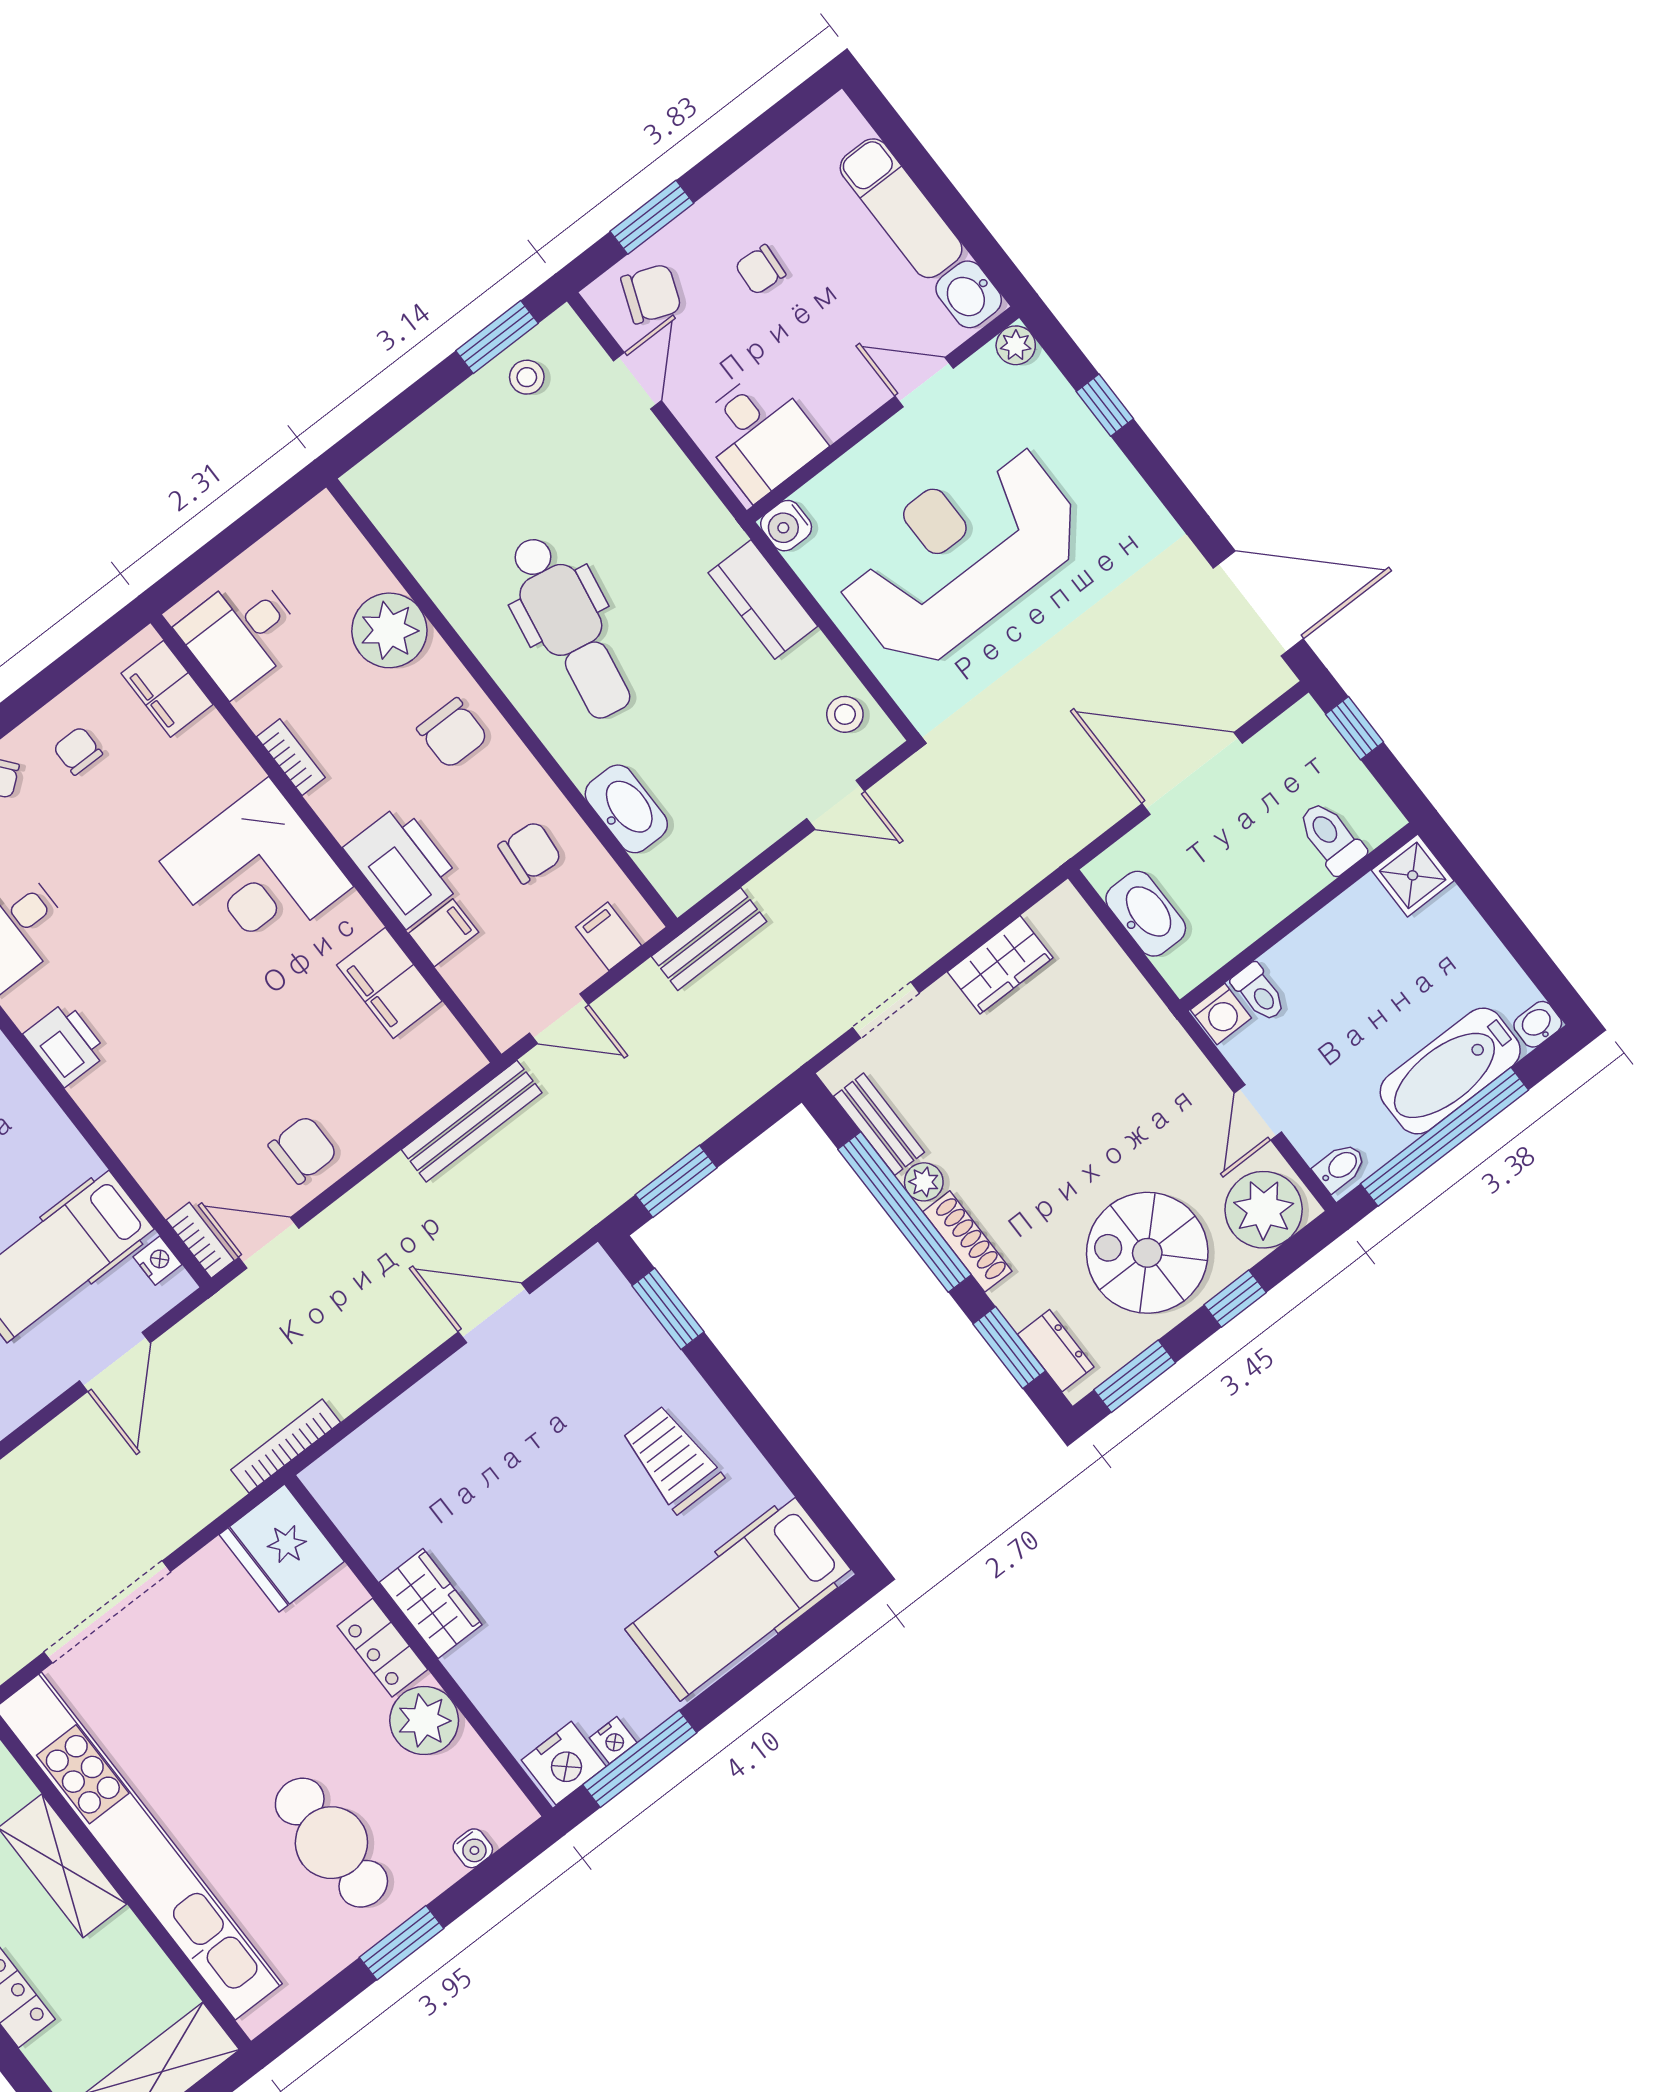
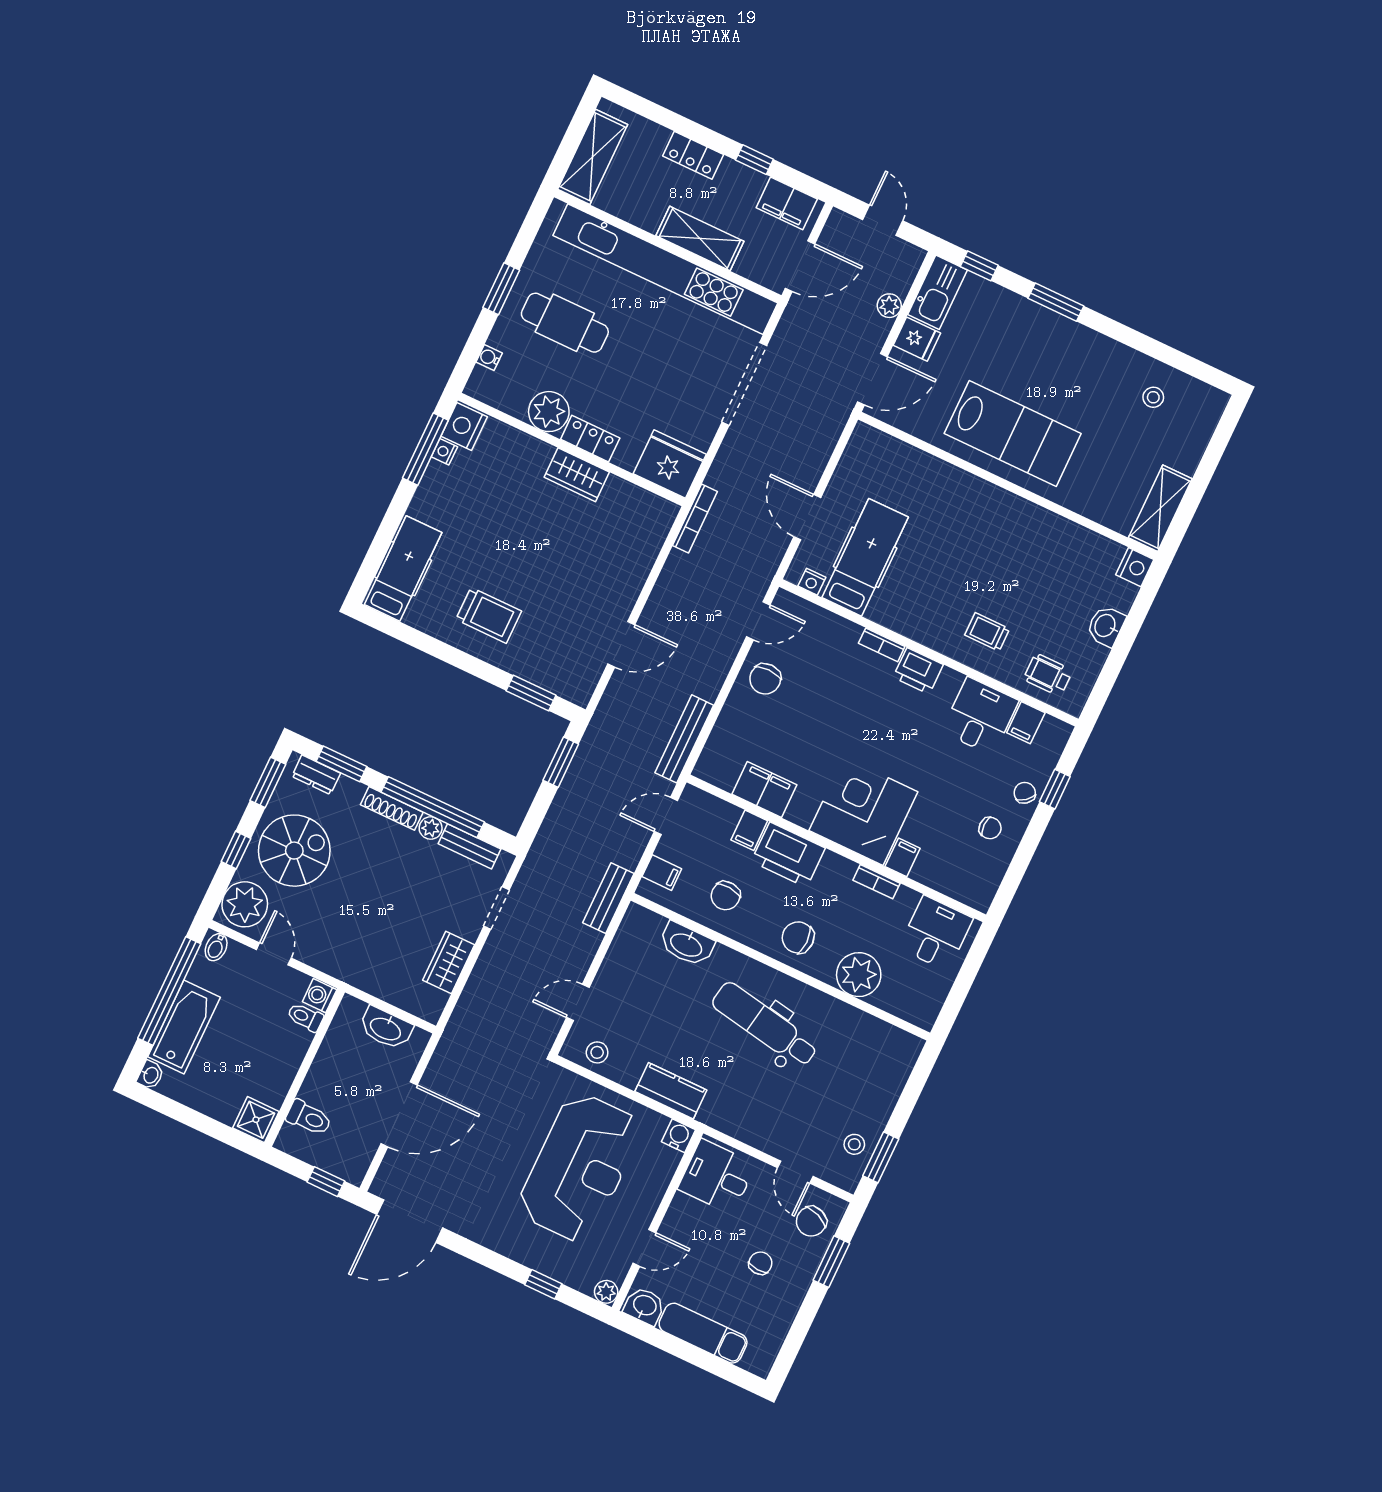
filing cabinet: (167, 689) -> (903, 857), moved, width x0.50
bookcase: (200, 1240) -> (882, 645), moved
hospital bed: (738, 1599) -> (403, 569), width x0.73, depth x0.77

